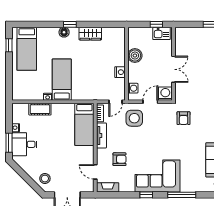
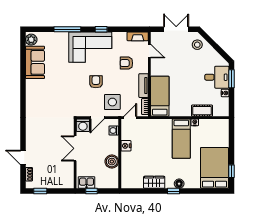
bed: (27, 49) -> (214, 168), width x1.50
armchair: (184, 118) -> (96, 82), moved

